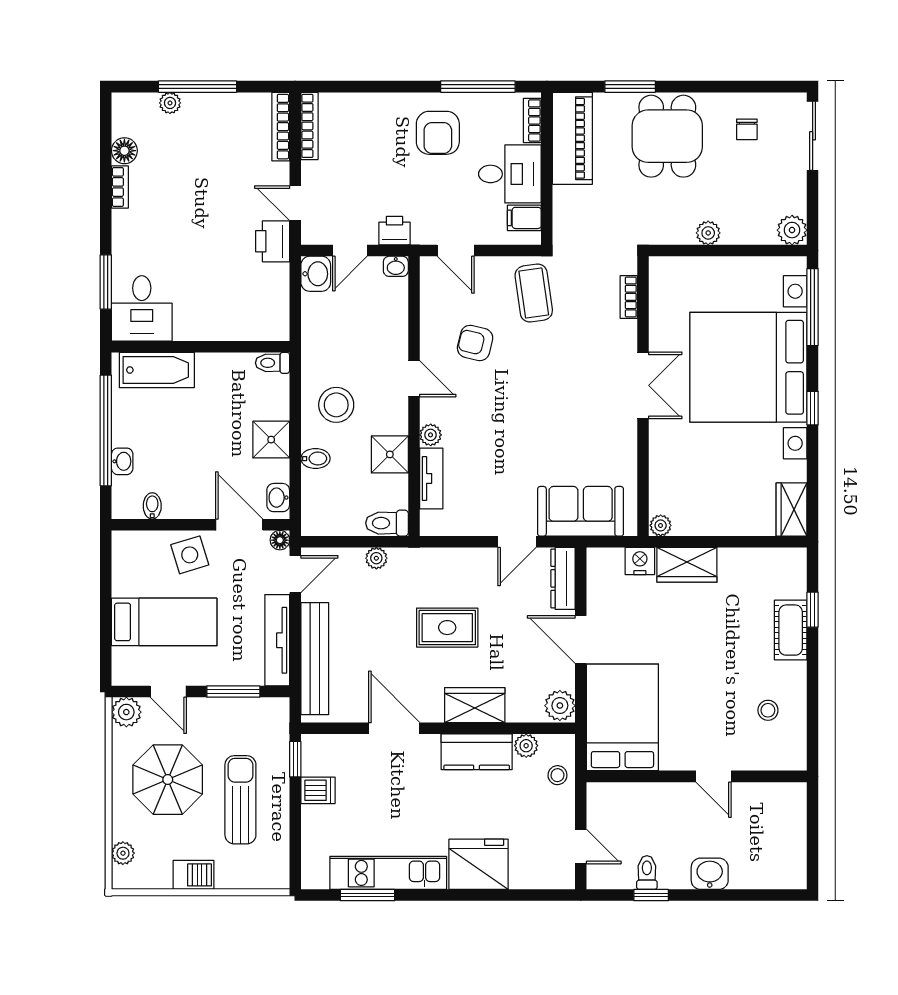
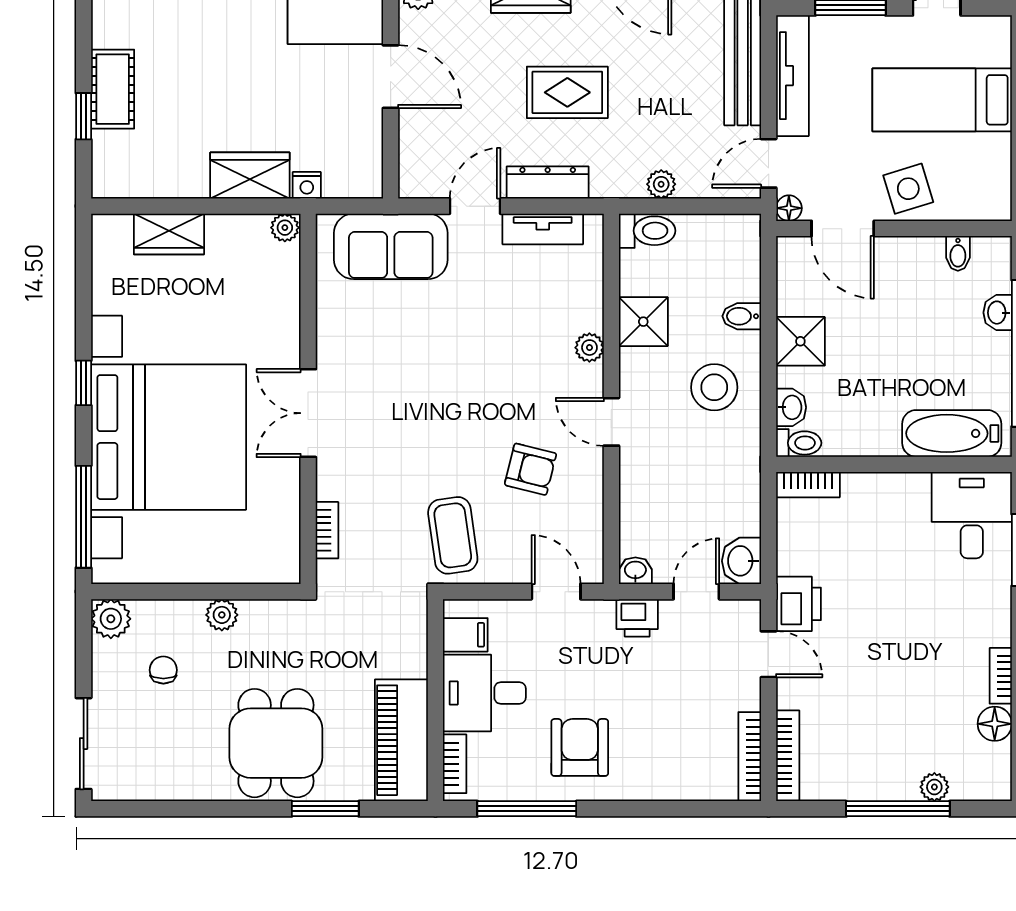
chair: (747, 129) -> (163, 670), moved
bookcase: (266, 331) -> (808, 485), added
tv unit: (431, 478) -> (543, 229), moved, turned -90
washbasin: (278, 498) -> (791, 407), moved
wardrobe: (791, 510) -> (169, 234), moved, turned 90
nightstand: (640, 561) -> (307, 185), width x0.72, depth x0.74
dresser: (563, 578) -> (548, 182), moved, turned -90

